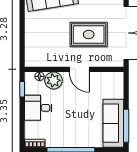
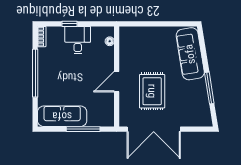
plant: (53, 80) -> (105, 56), removed
window: (22, 89) -> (69, 24), moved
window: (126, 126) -> (83, 129), moved

